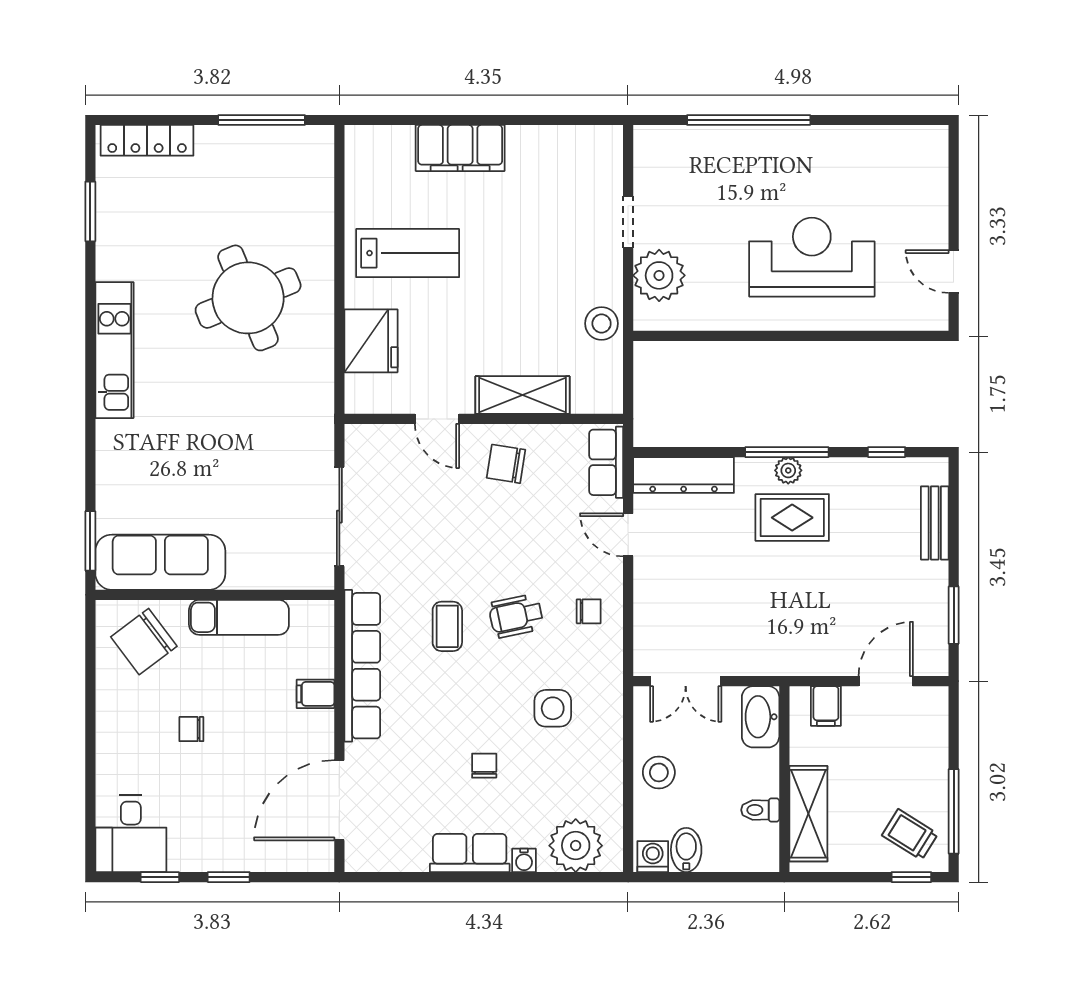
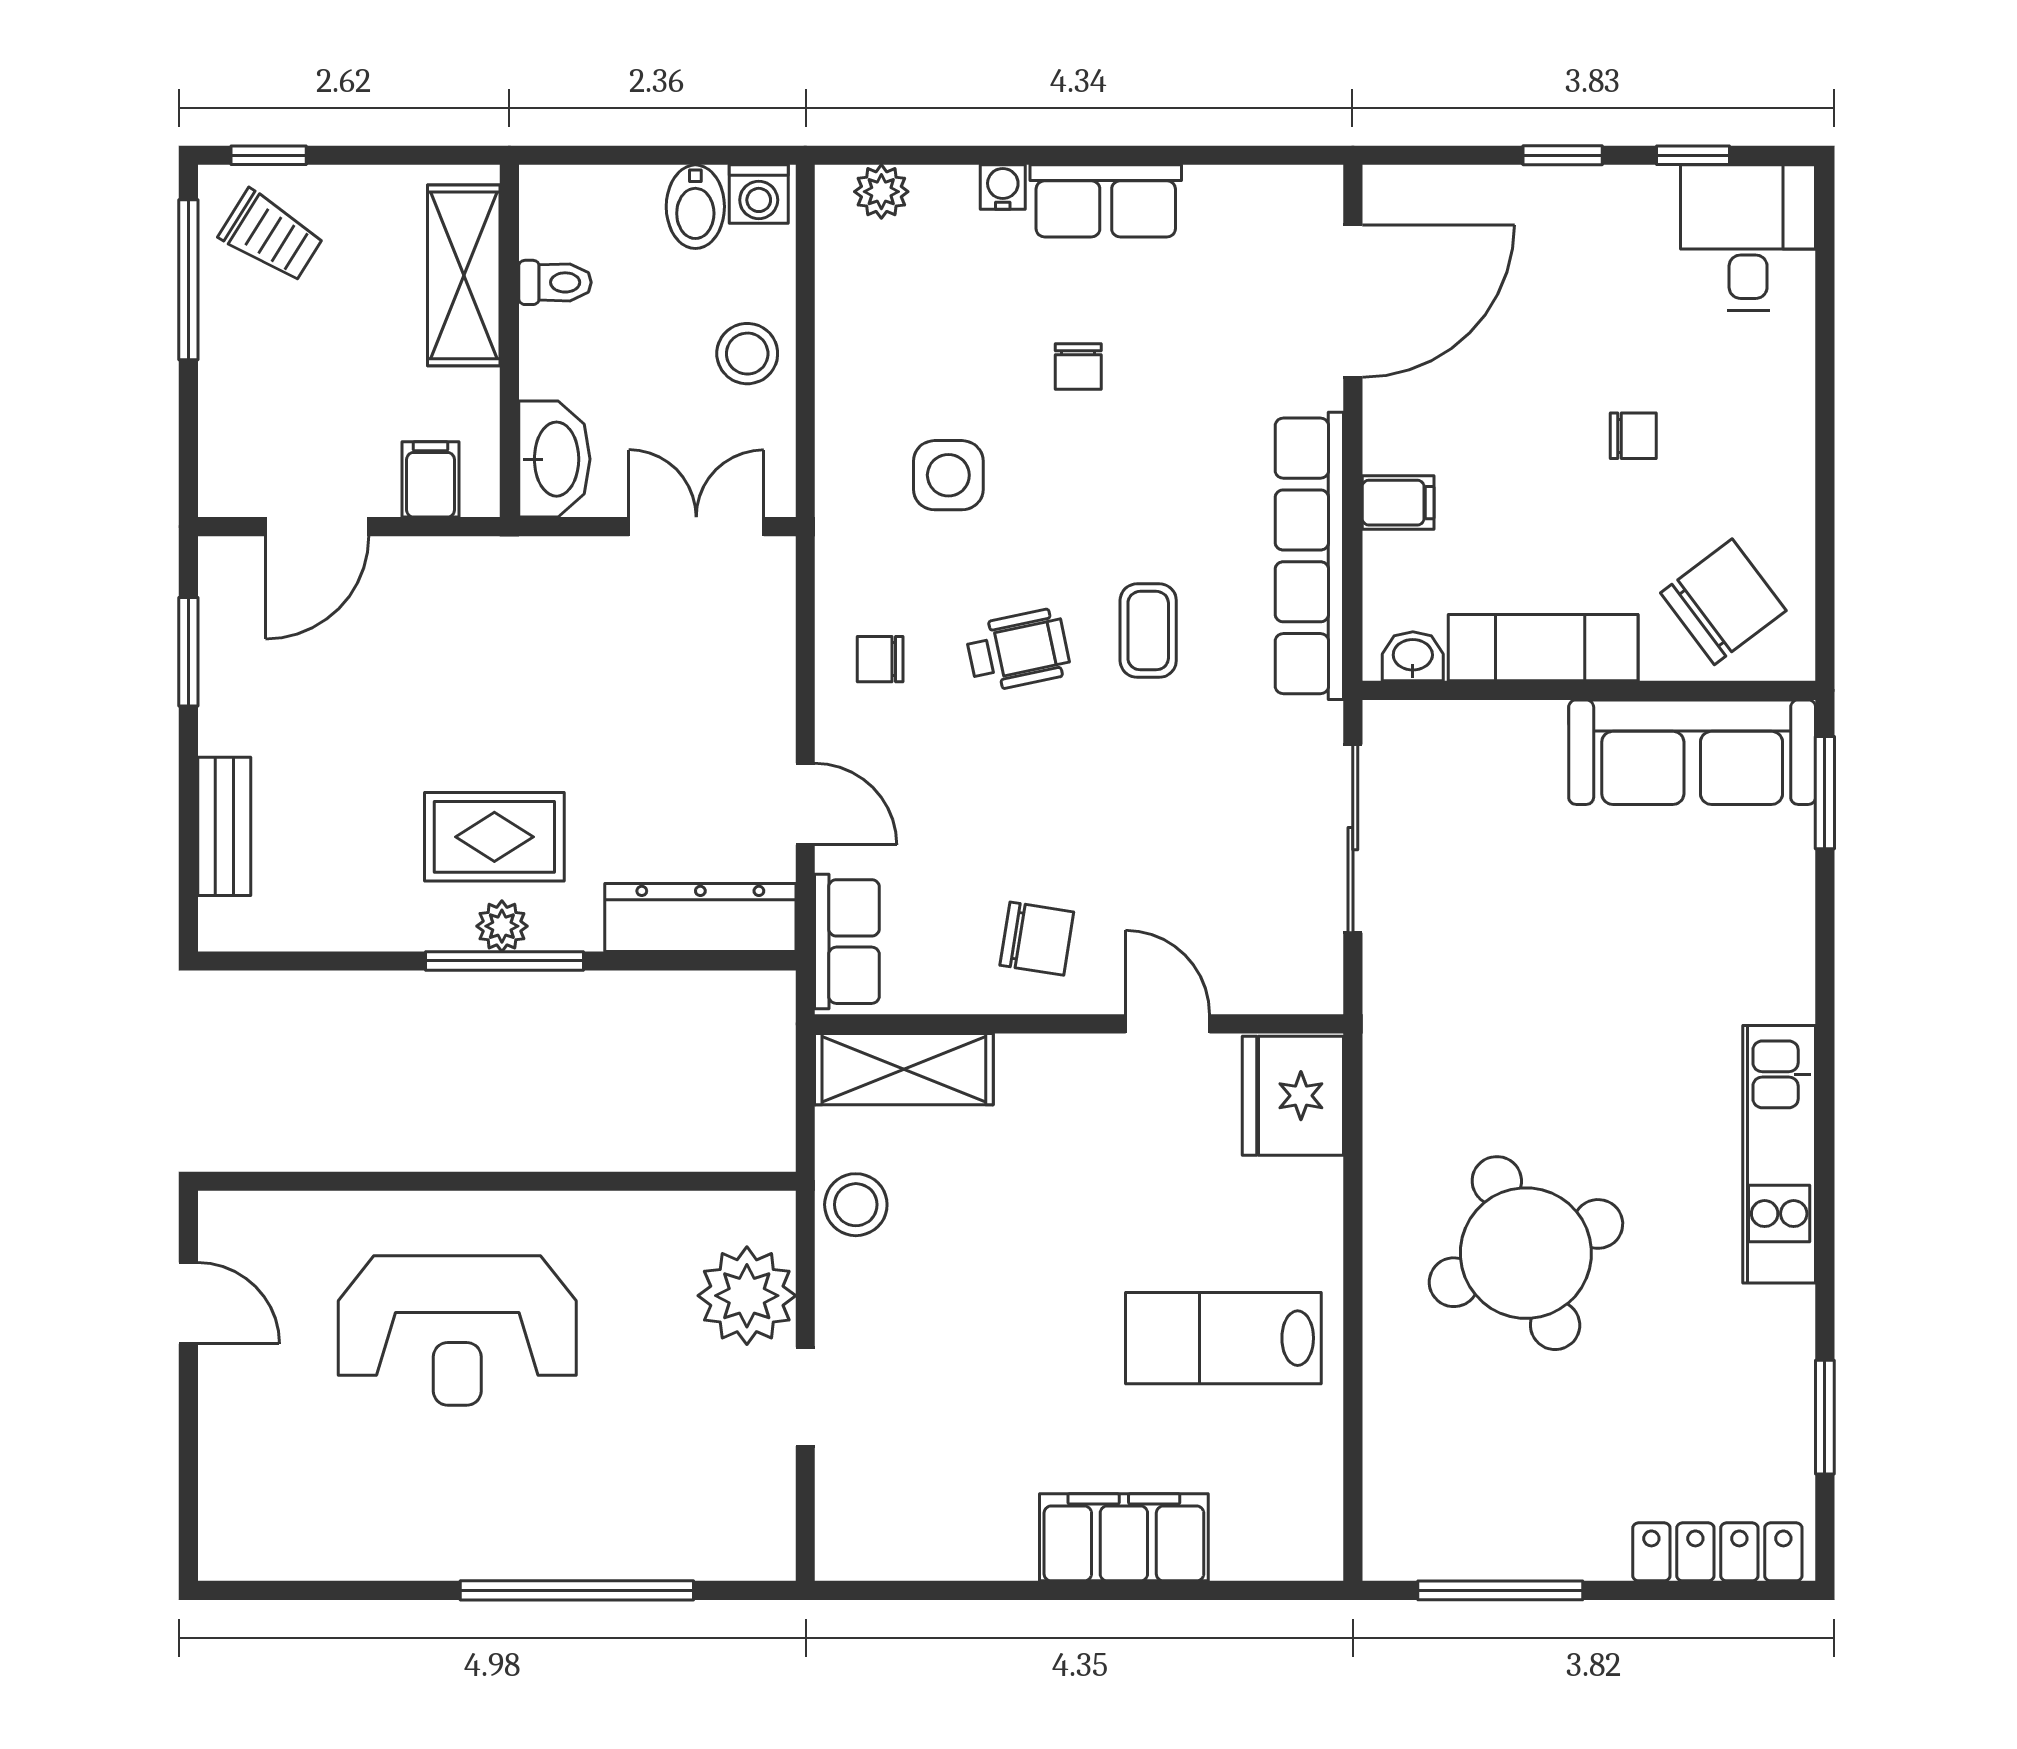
fridge: (371, 341) -> (1293, 1096), moved
shelving: (523, 395) -> (904, 1069), moved
window: (887, 452) -> (316, 961), removed
washbasin: (308, 613) -> (1413, 656), added
plant: (576, 846) -> (881, 192), width x0.53, depth x0.53

